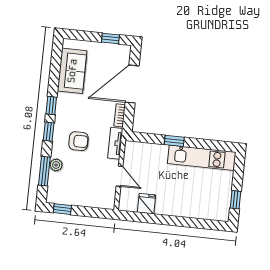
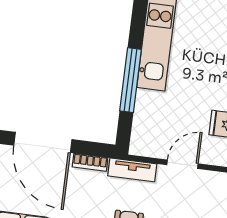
window: (174, 141) -> (131, 80), width x2.17

